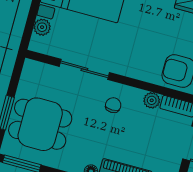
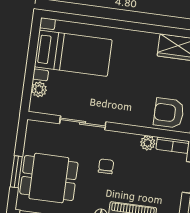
chair: (113, 105) -> (106, 166), moved

